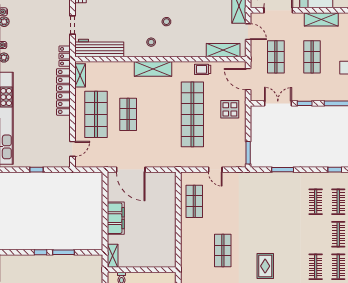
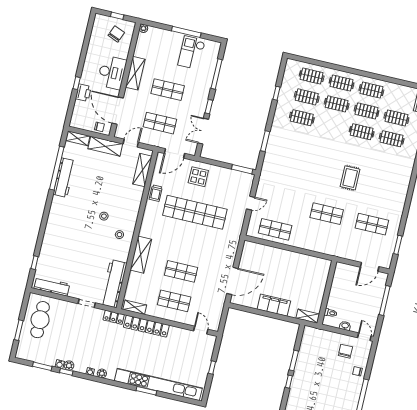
shelving: (153, 69) -> (141, 255), moved
shop shelf: (96, 114) -> (174, 301), width x0.70, depth x0.74
rug: (265, 266) -> (350, 178), turned 90

